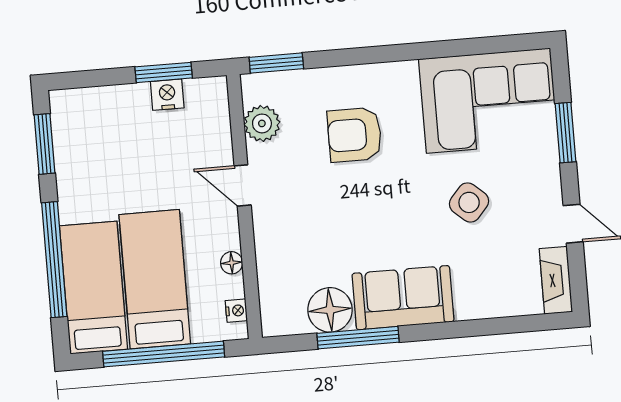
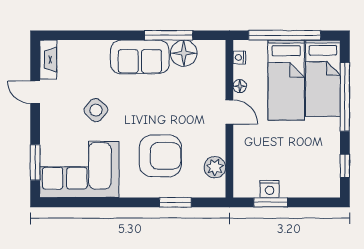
window: (276, 63) -> (175, 202), moved
window: (566, 133) -> (35, 162), moved
armchair: (355, 135) -> (160, 156), width x1.36, depth x1.36
window: (45, 144) -> (345, 166), width x0.67
door: (243, 185) -> (229, 112), moved

